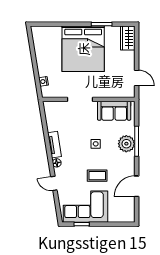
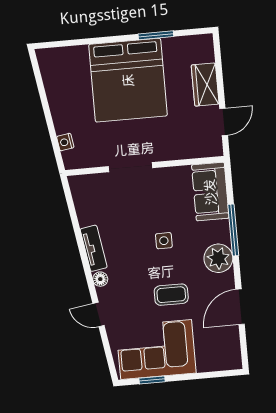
wardrobe: (128, 38) -> (205, 85), moved
door: (137, 78) -> (224, 122), hinge flipped
sofa: (114, 111) -> (210, 192), moved, turned 90
plant: (126, 144) -> (218, 258), moved

